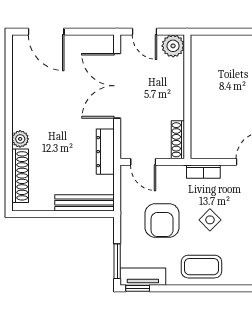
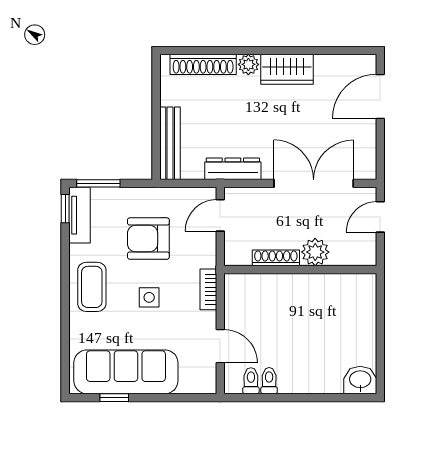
plant: (173, 46) -> (315, 252), moved
wardrobe: (24, 108) -> (287, 69), added
shoe rack: (178, 140) -> (276, 258), moved
side table: (210, 220) -> (149, 297), turned 45

